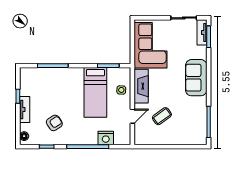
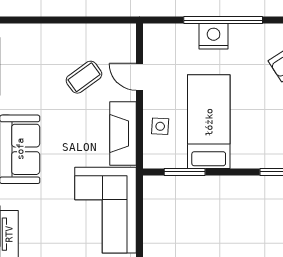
door: (132, 116) -> (140, 77), hinge flipped
nightstand: (106, 138) -> (214, 36), moved

